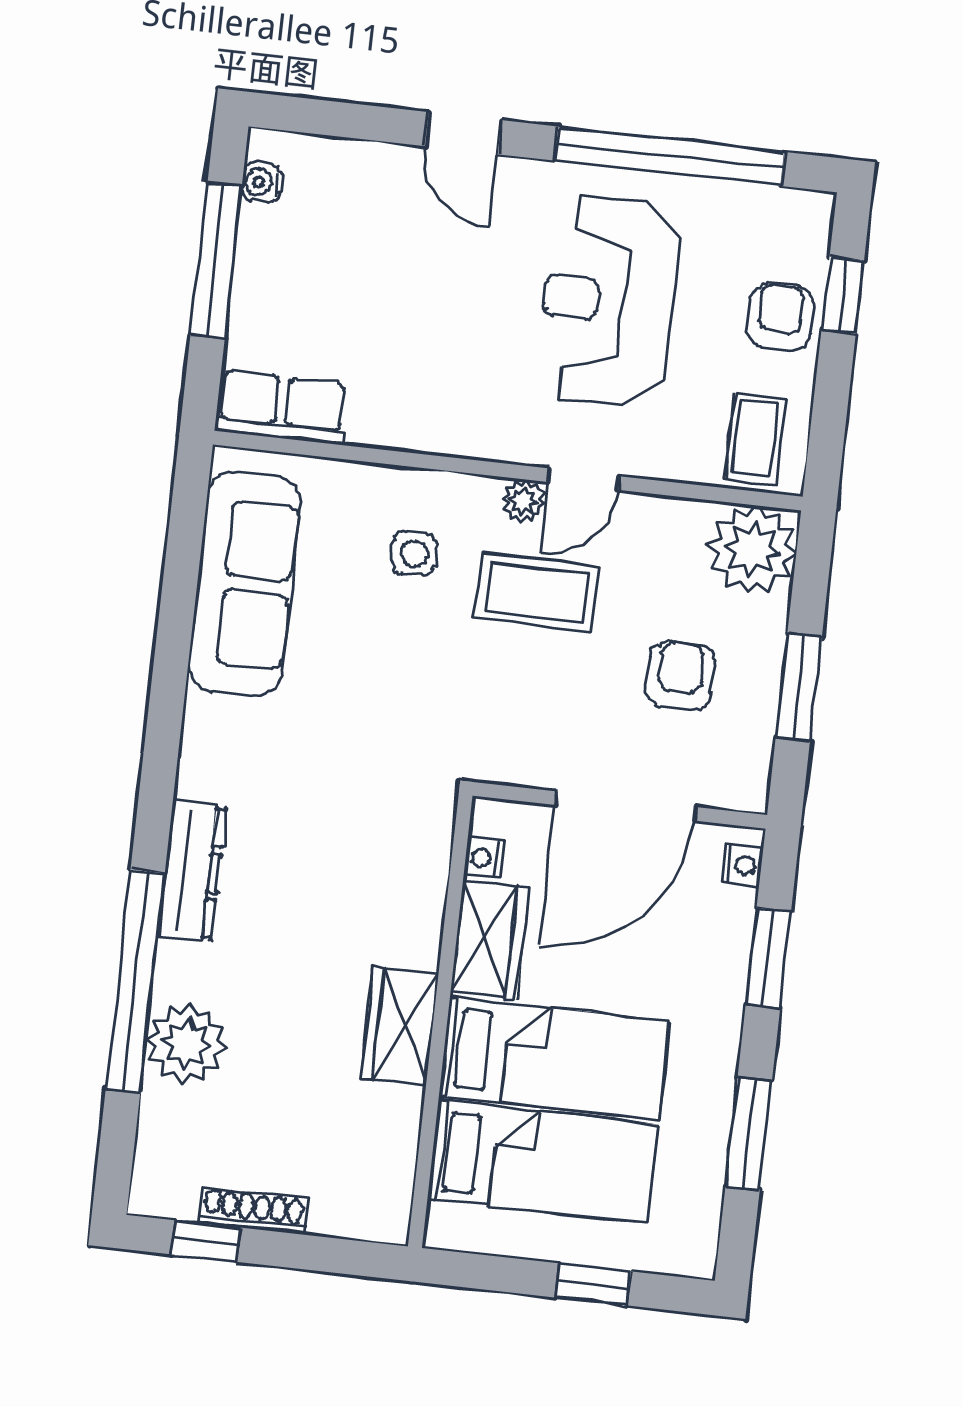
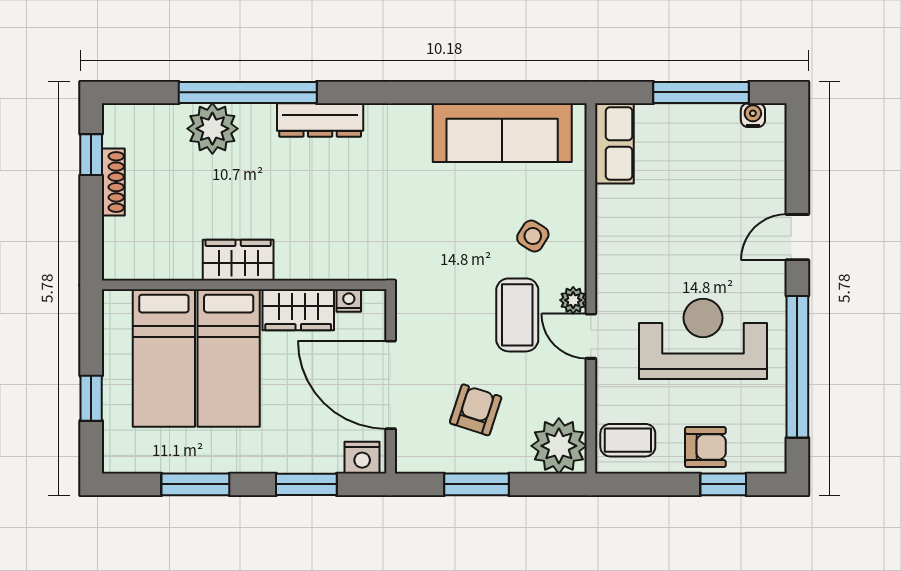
side table: (414, 553) -> (533, 236), turned 32
armchair: (680, 675) -> (476, 410), turned -72
nightstand: (743, 865) -> (362, 458), width x1.39, depth x1.35

